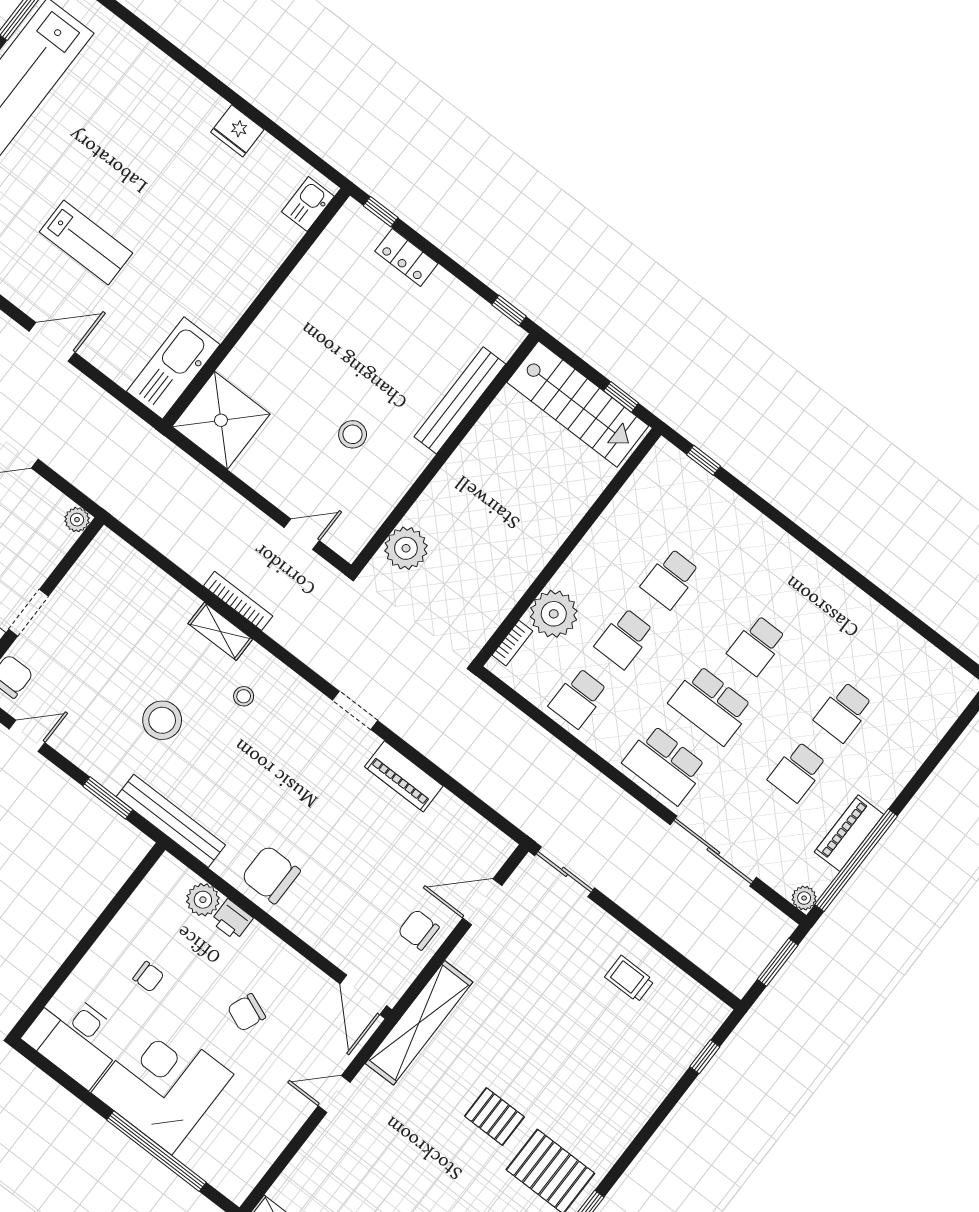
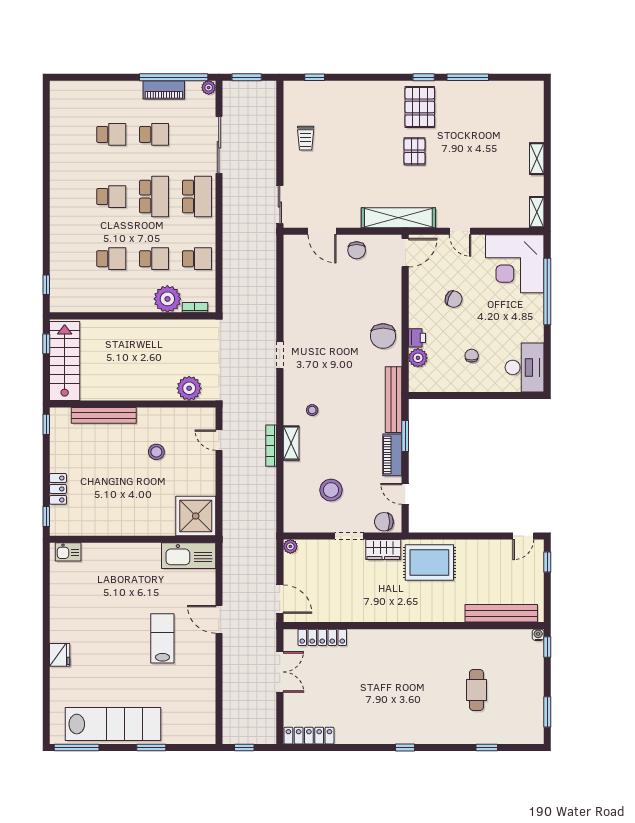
fridge: (237, 131) -> (60, 655), moved
stool: (162, 720) -> (331, 490), moved
piano: (404, 776) -> (392, 455), moved, turned 180
corner desk: (162, 1083) -> (515, 264), moved

